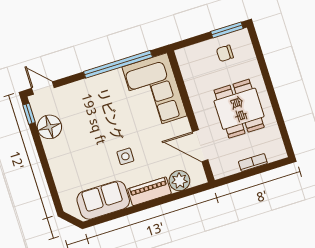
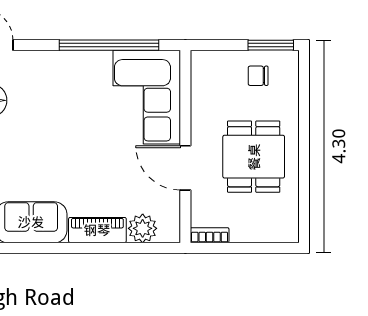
door: (200, 146) -> (185, 168), moved
side table: (125, 156) -> (80, 173), removed
bookcase: (253, 162) -> (210, 235), moved

